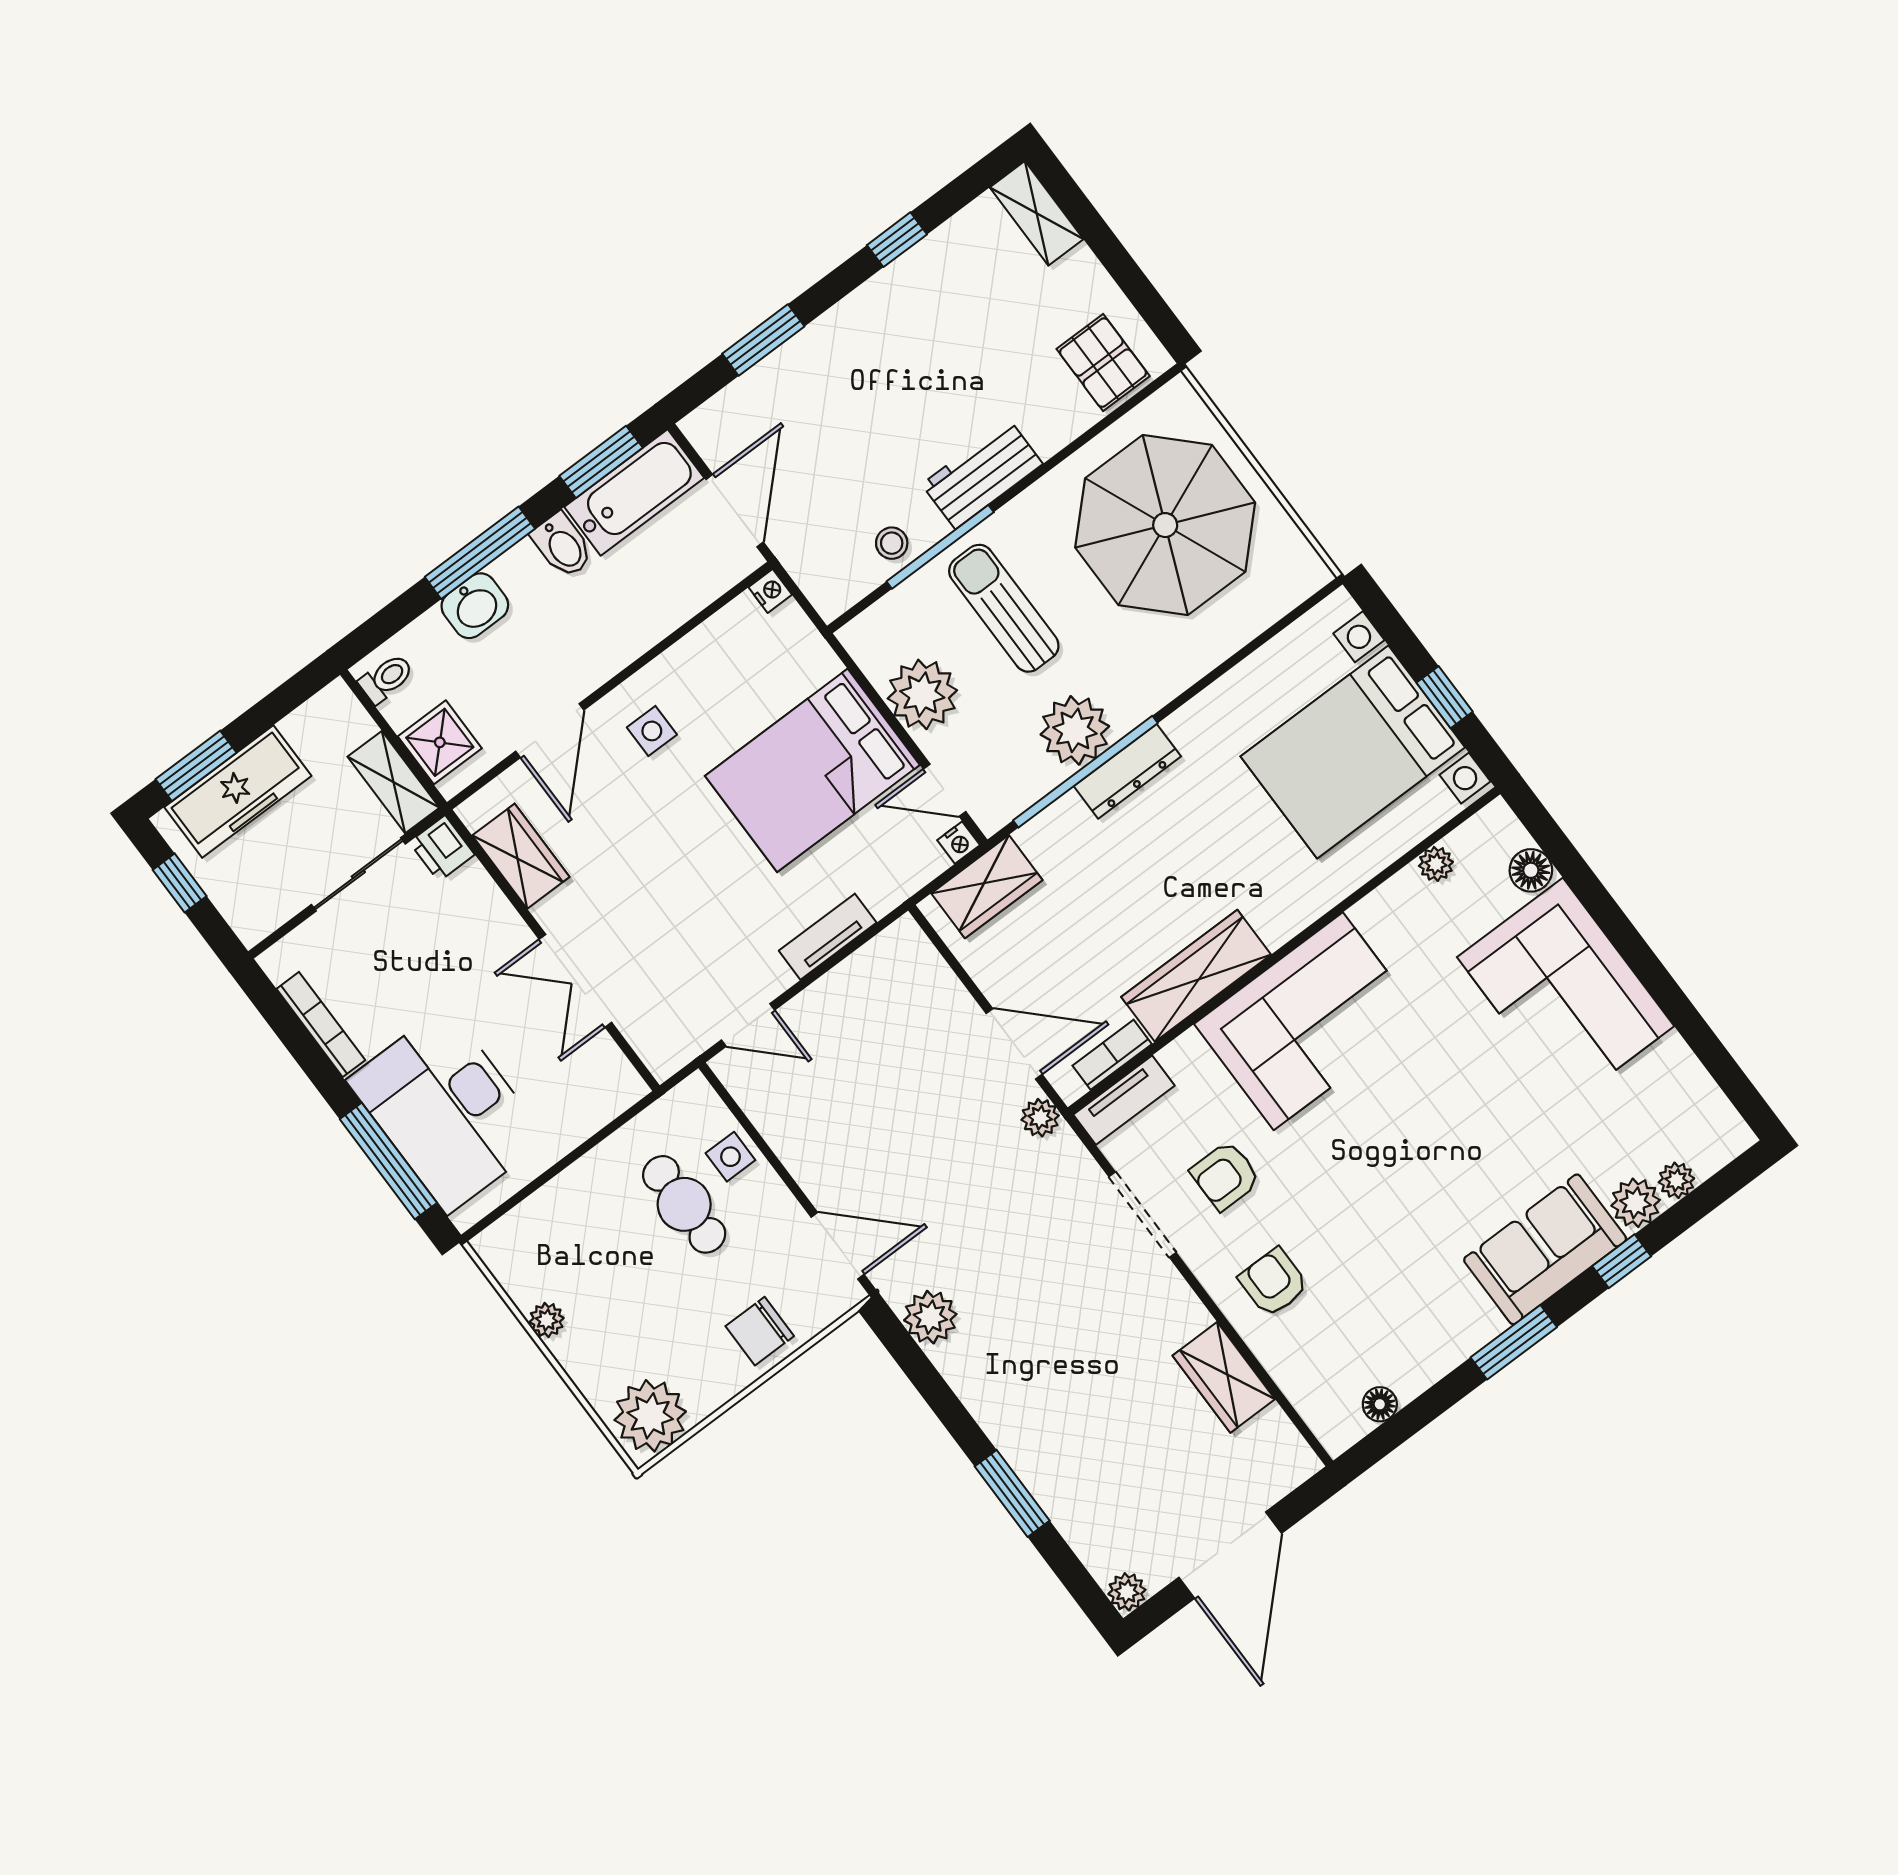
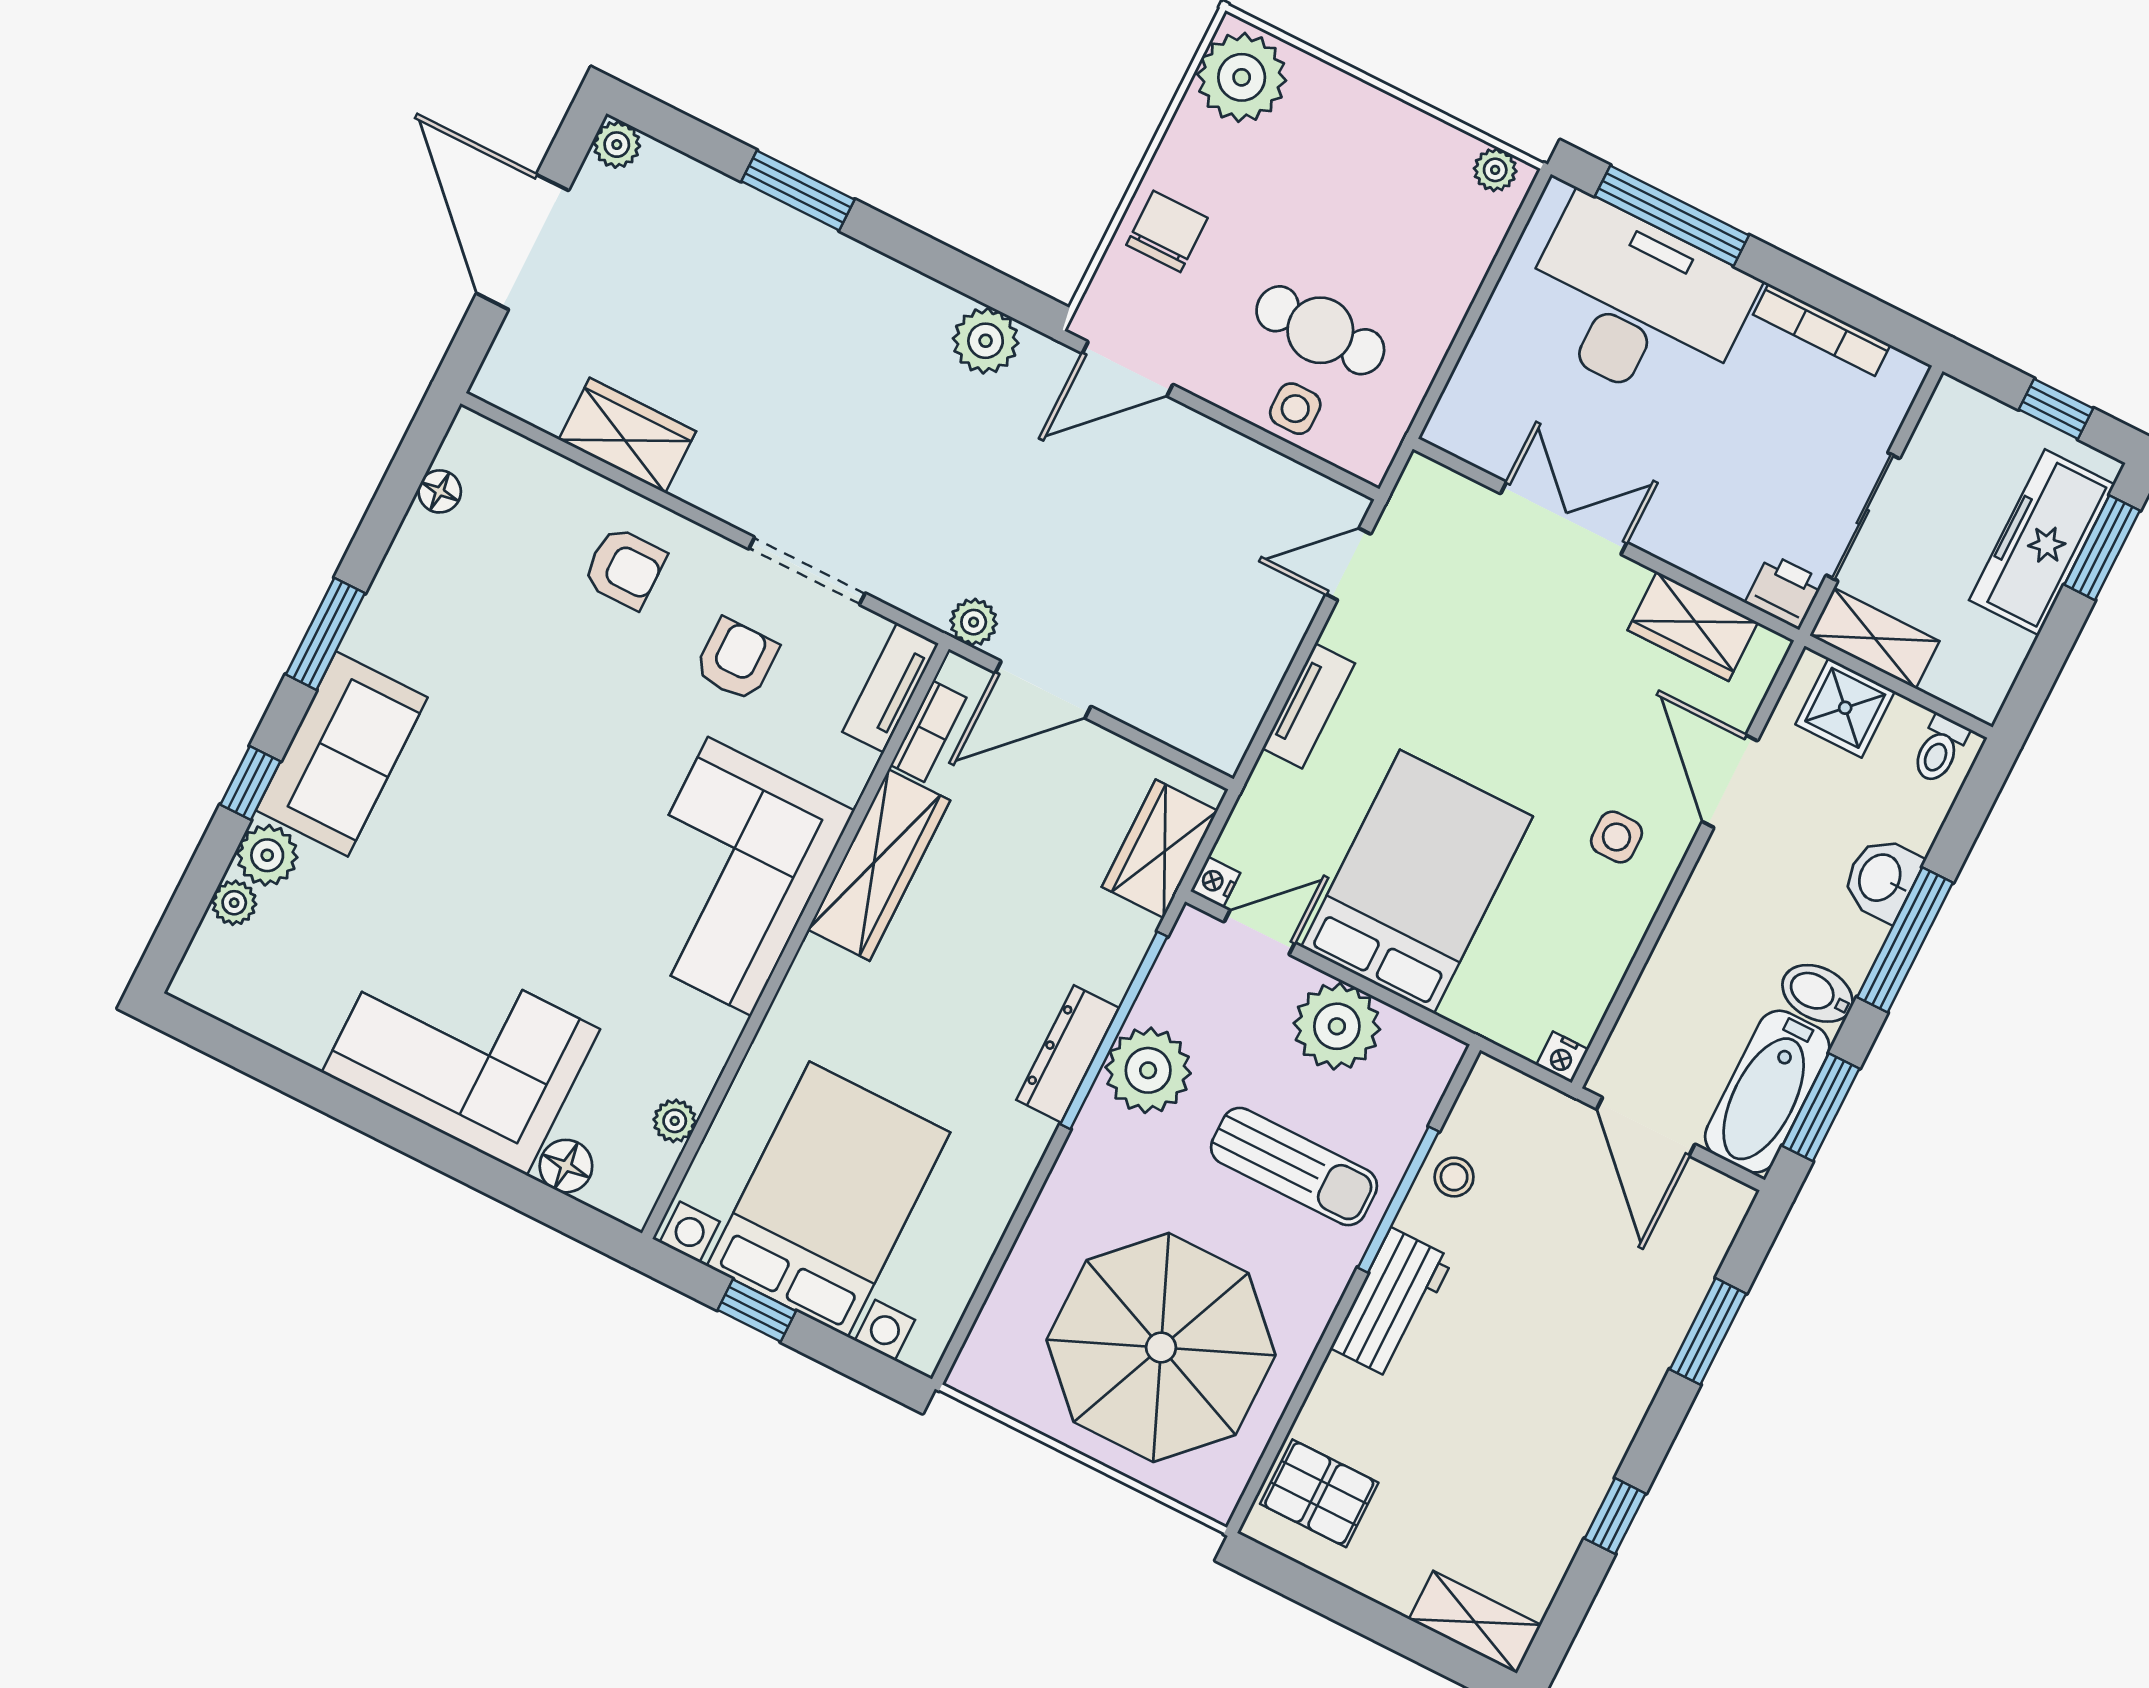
plant: (547, 1320) -> (1495, 170), moved

